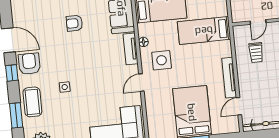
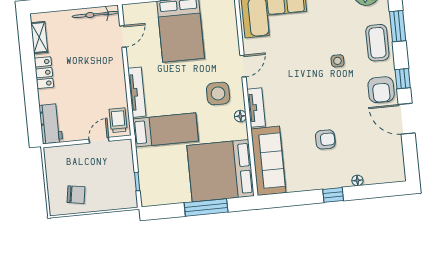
trolley: (256, 53) -> (118, 120), moved
tv unit: (229, 78) -> (137, 92), moved

